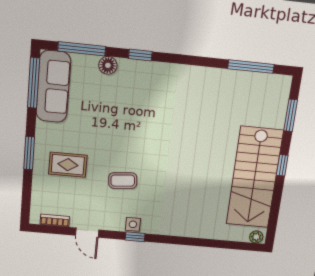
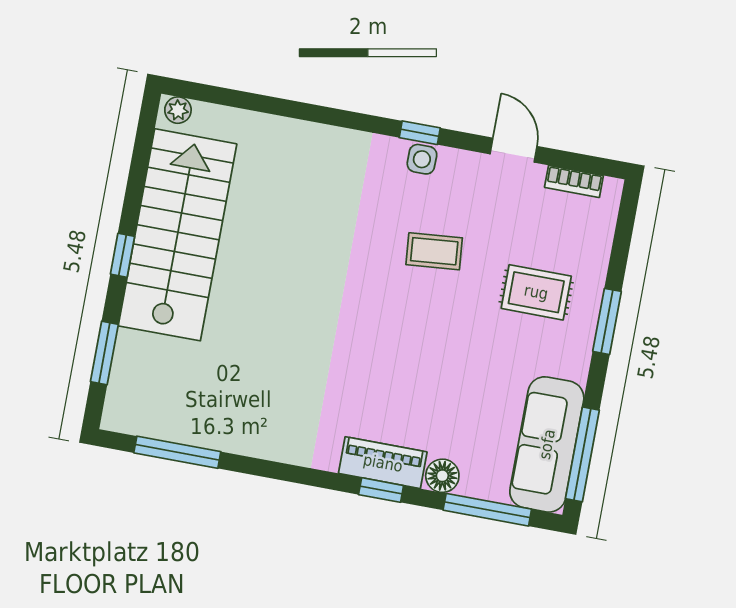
piano: (141, 70) -> (383, 463), added

